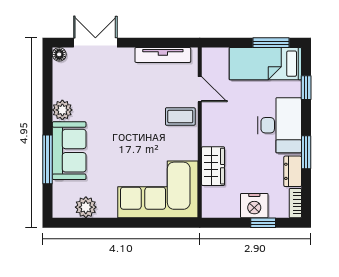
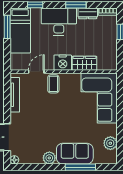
nightstand: (254, 206) -> (63, 63), moved, turned 90

